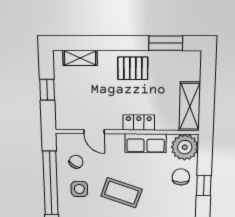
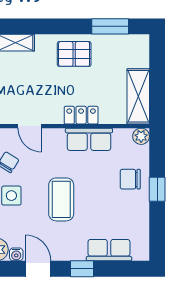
plant: (185, 147) -> (141, 136), width x0.53, depth x0.53
chair: (181, 177) -> (130, 179), turned -90
coffee table: (122, 193) -> (61, 199), turned 71

